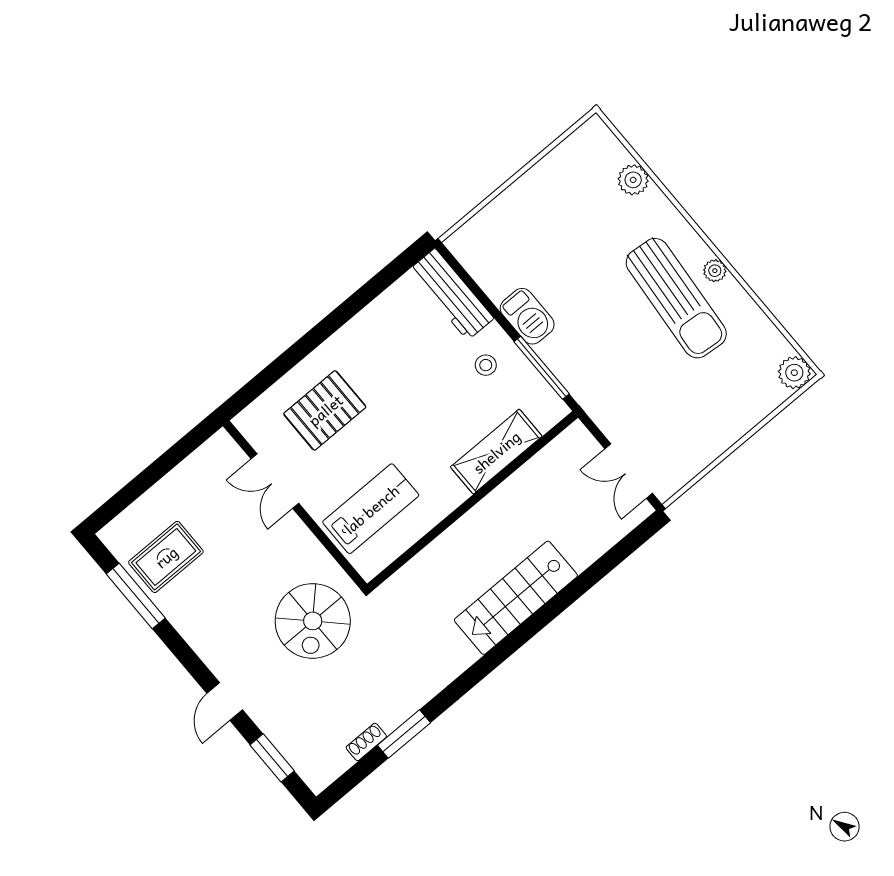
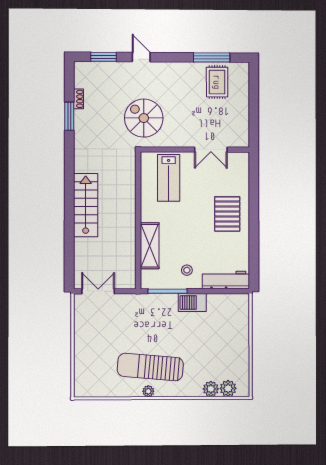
plant: (794, 373) -> (228, 388), moved
pallet: (325, 410) -> (227, 214), moved
double door: (275, 481) -> (211, 150), swing flipped

